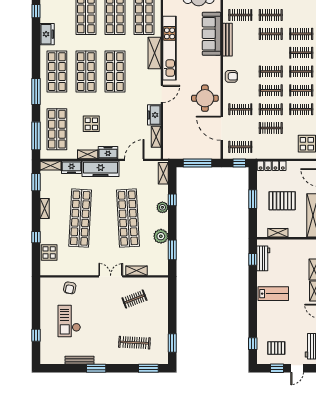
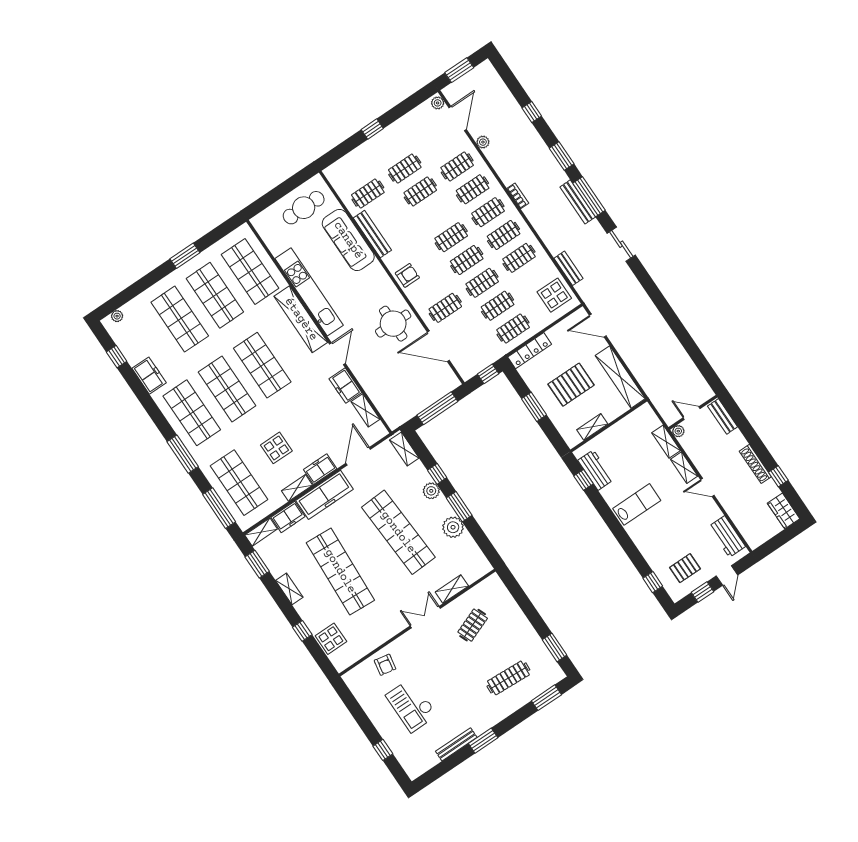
shelving: (154, 53) -> (301, 319), width x1.47
clothes rail: (240, 147) -> (513, 329), moved
window: (172, 250) -> (459, 507), moved

